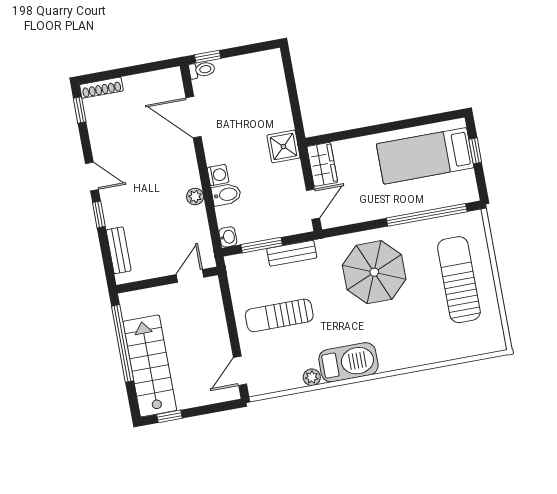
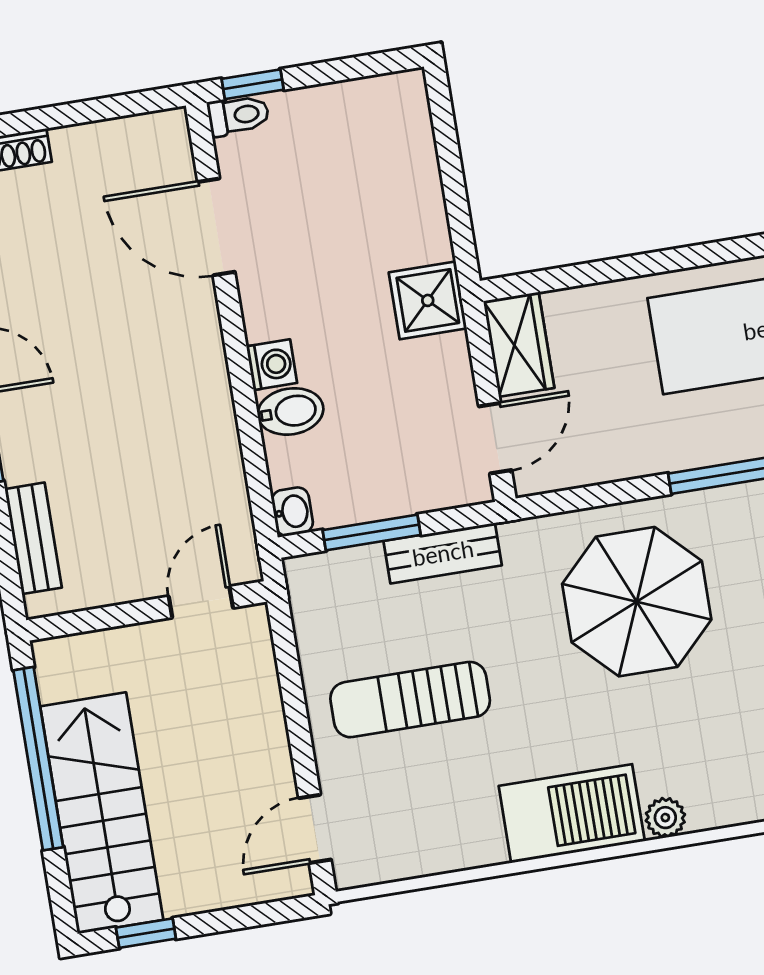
plant: (195, 197) -> (217, 415), removed
plant: (312, 377) -> (665, 818), moved

